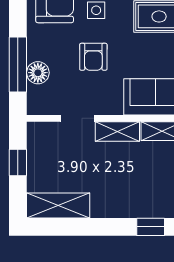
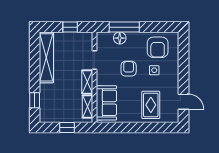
armchair: (93, 57) -> (129, 69), turned 90
shelving: (58, 206) -> (46, 57), width x1.47

